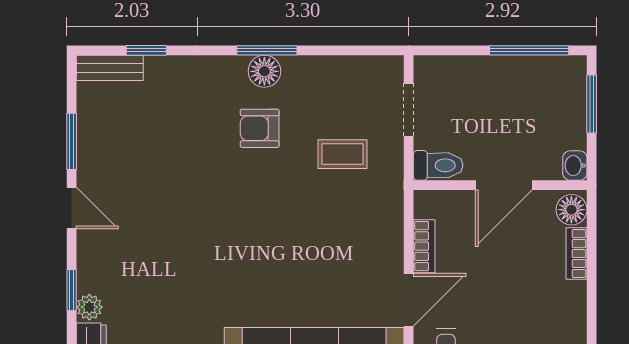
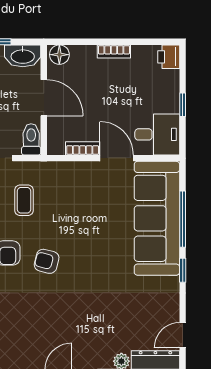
washbasin: (575, 166) -> (23, 56), width x1.91, depth x1.45
armchair: (247, 190) -> (47, 261), added
bookcase: (576, 254) -> (114, 51), moved

